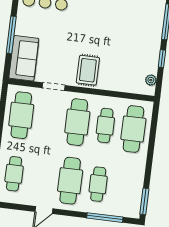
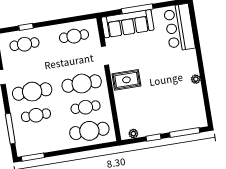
sofa: (24, 58) -> (128, 24), width x1.36
cafe table: (21, 115) -> (74, 36), width x0.73, depth x0.74

